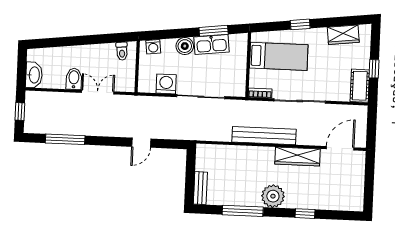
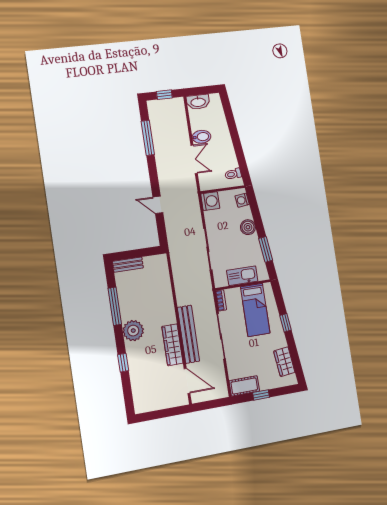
kitchen sink: (212, 44) -> (242, 276), moved, turned 97
washing machine: (166, 84) -> (210, 201), moved
bench: (264, 136) -> (188, 334), moved

